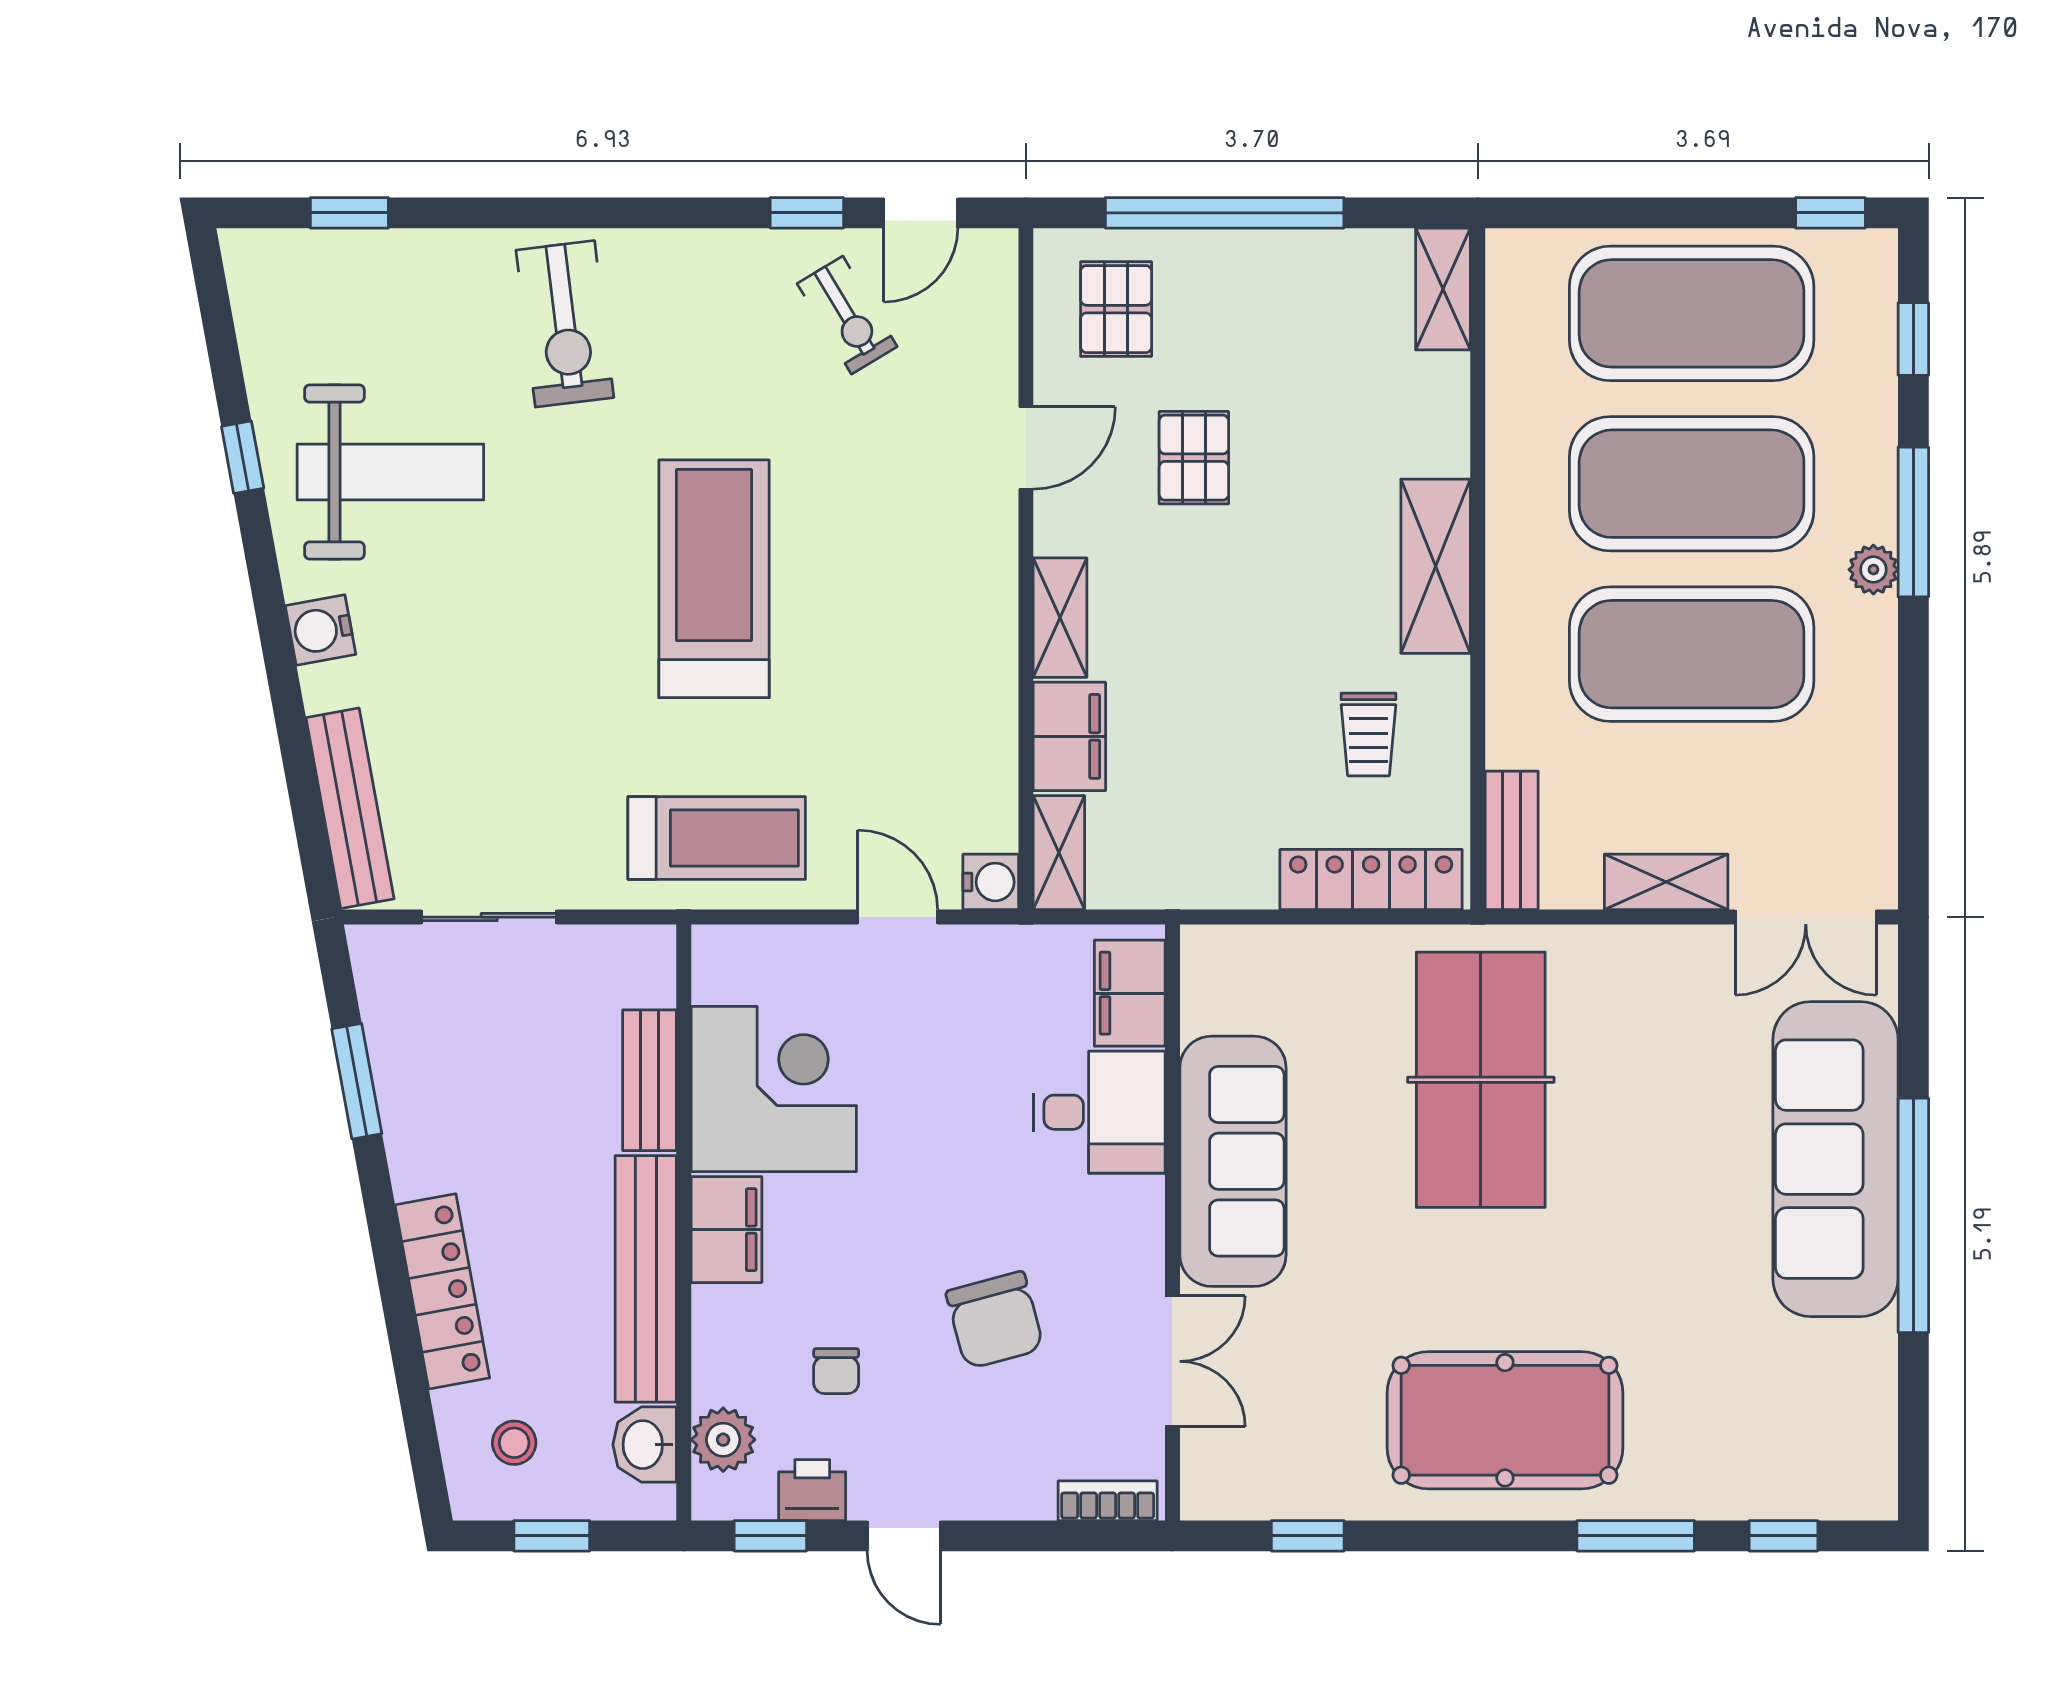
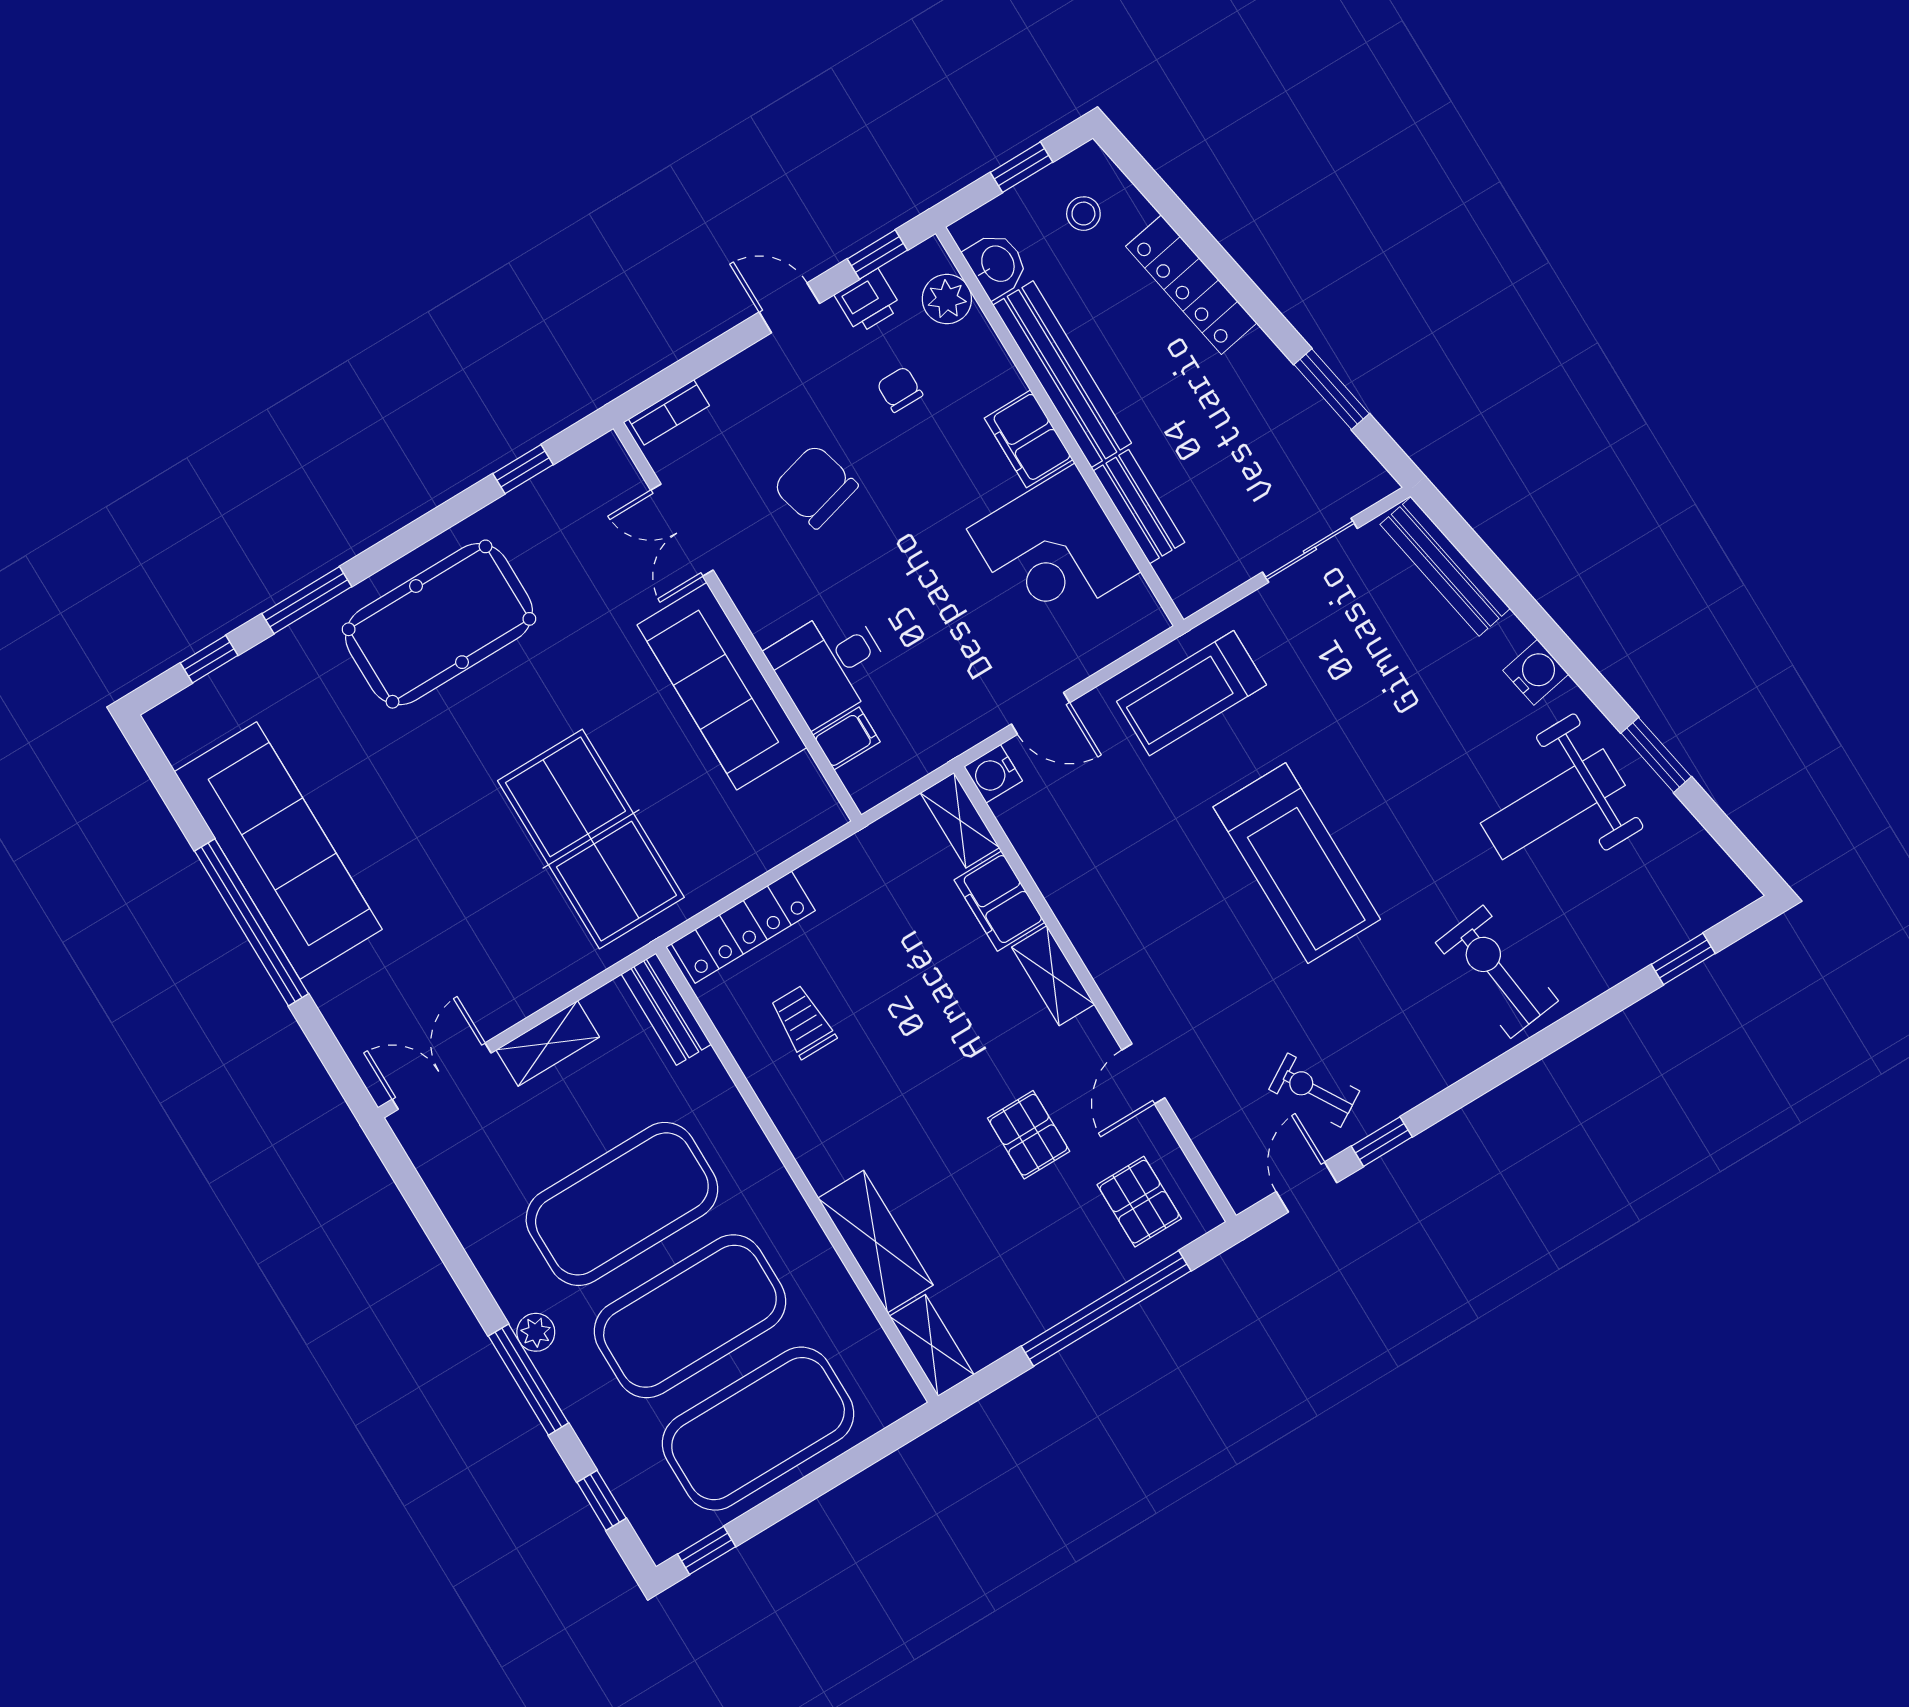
window: (243, 457) -> (1656, 755), width x1.50
shelving: (1436, 566) -> (875, 1242), moved
filing cabinet: (1130, 993) -> (846, 738), width x0.50
sofa: (1836, 1159) -> (278, 851), moved

